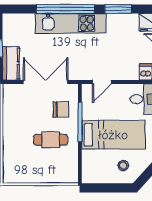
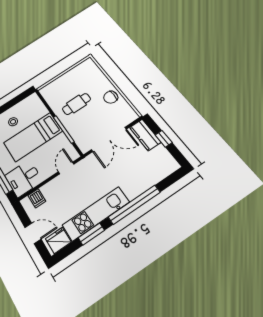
kitchen unit: (71, 23) -> (96, 214), moved
chair: (61, 110) -> (111, 97), moved

